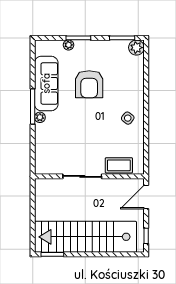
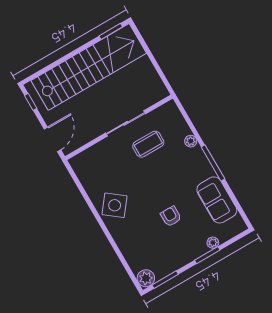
sofa: (46, 83) -> (217, 200), width x0.73
armchair: (89, 84) -> (171, 216), width x0.53, depth x0.53
plant: (40, 117) -> (191, 141), moved
side table: (128, 118) -> (115, 205), width x1.87, depth x1.87
coffee table: (119, 165) -> (148, 144), moved

